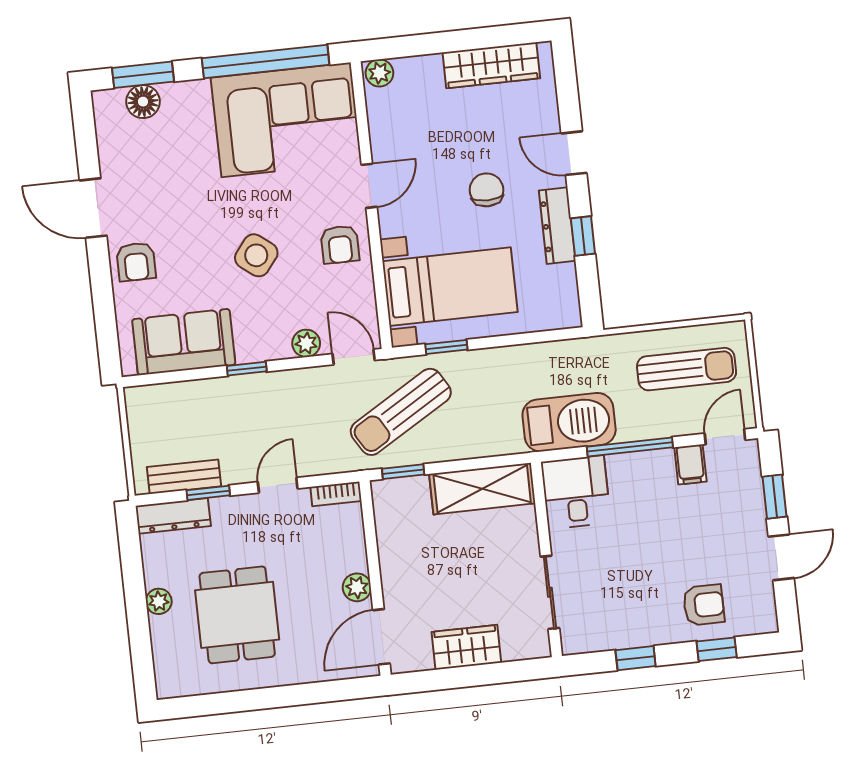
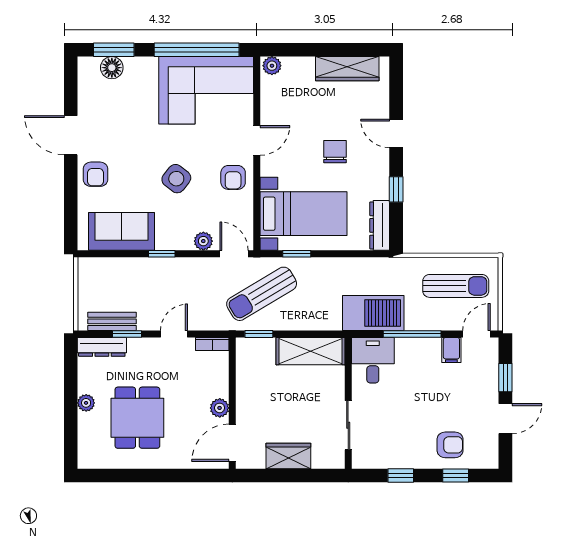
dresser: (557, 226) -> (380, 225), moved

